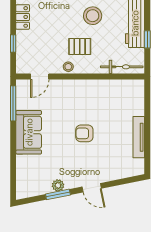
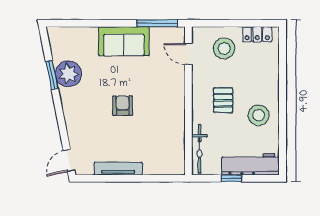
window: (13, 43) -> (227, 23), removed
stool: (68, 67) -> (224, 48), moved, width x1.89, depth x1.89
plant: (58, 185) -> (68, 74), width x1.88, depth x1.88
door: (92, 188) -> (69, 161), moved

